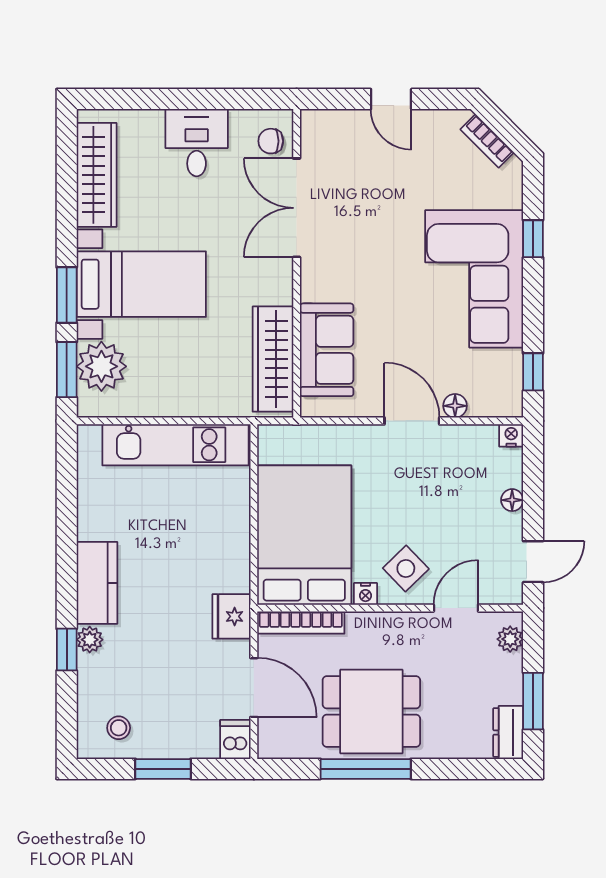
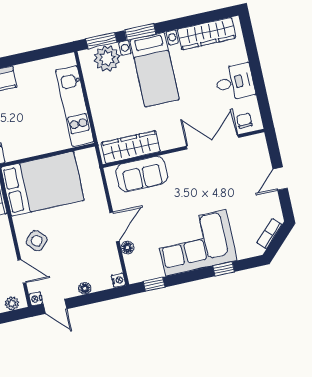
nightstand: (365, 594) -> (36, 299), moved

